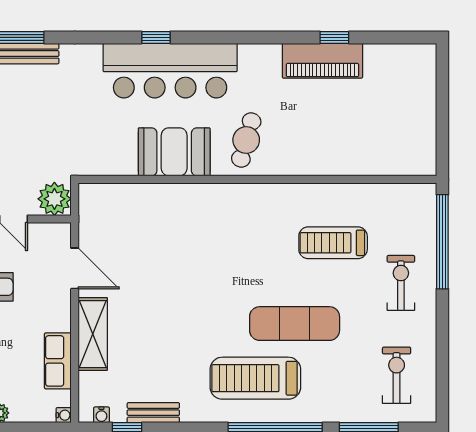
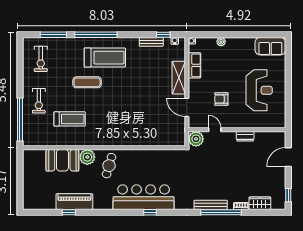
booth: (174, 152) -> (62, 160), moved
plant: (294, 159) -> (87, 157), added
exercise mat: (295, 324) -> (87, 82), width x0.73, depth x0.69

